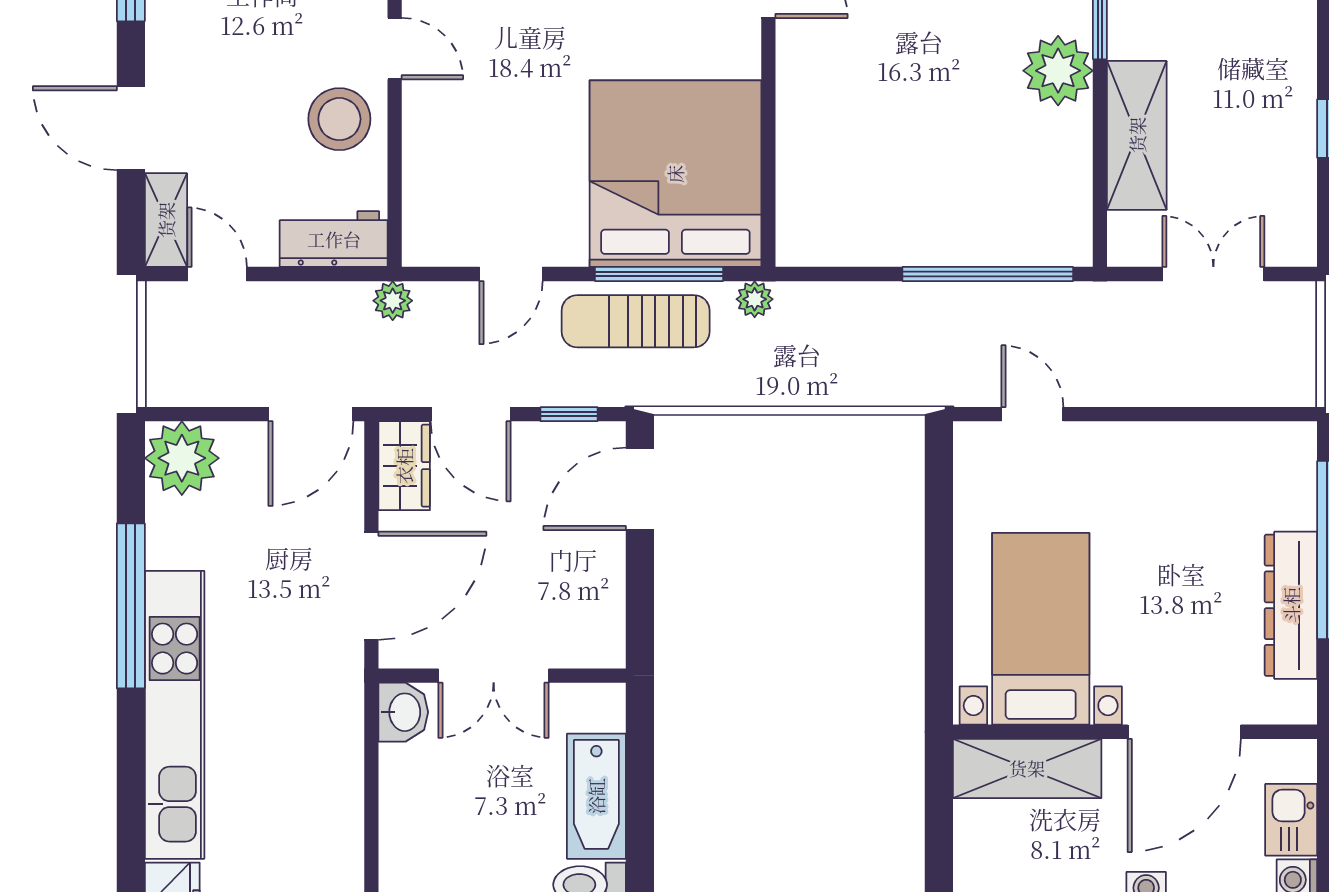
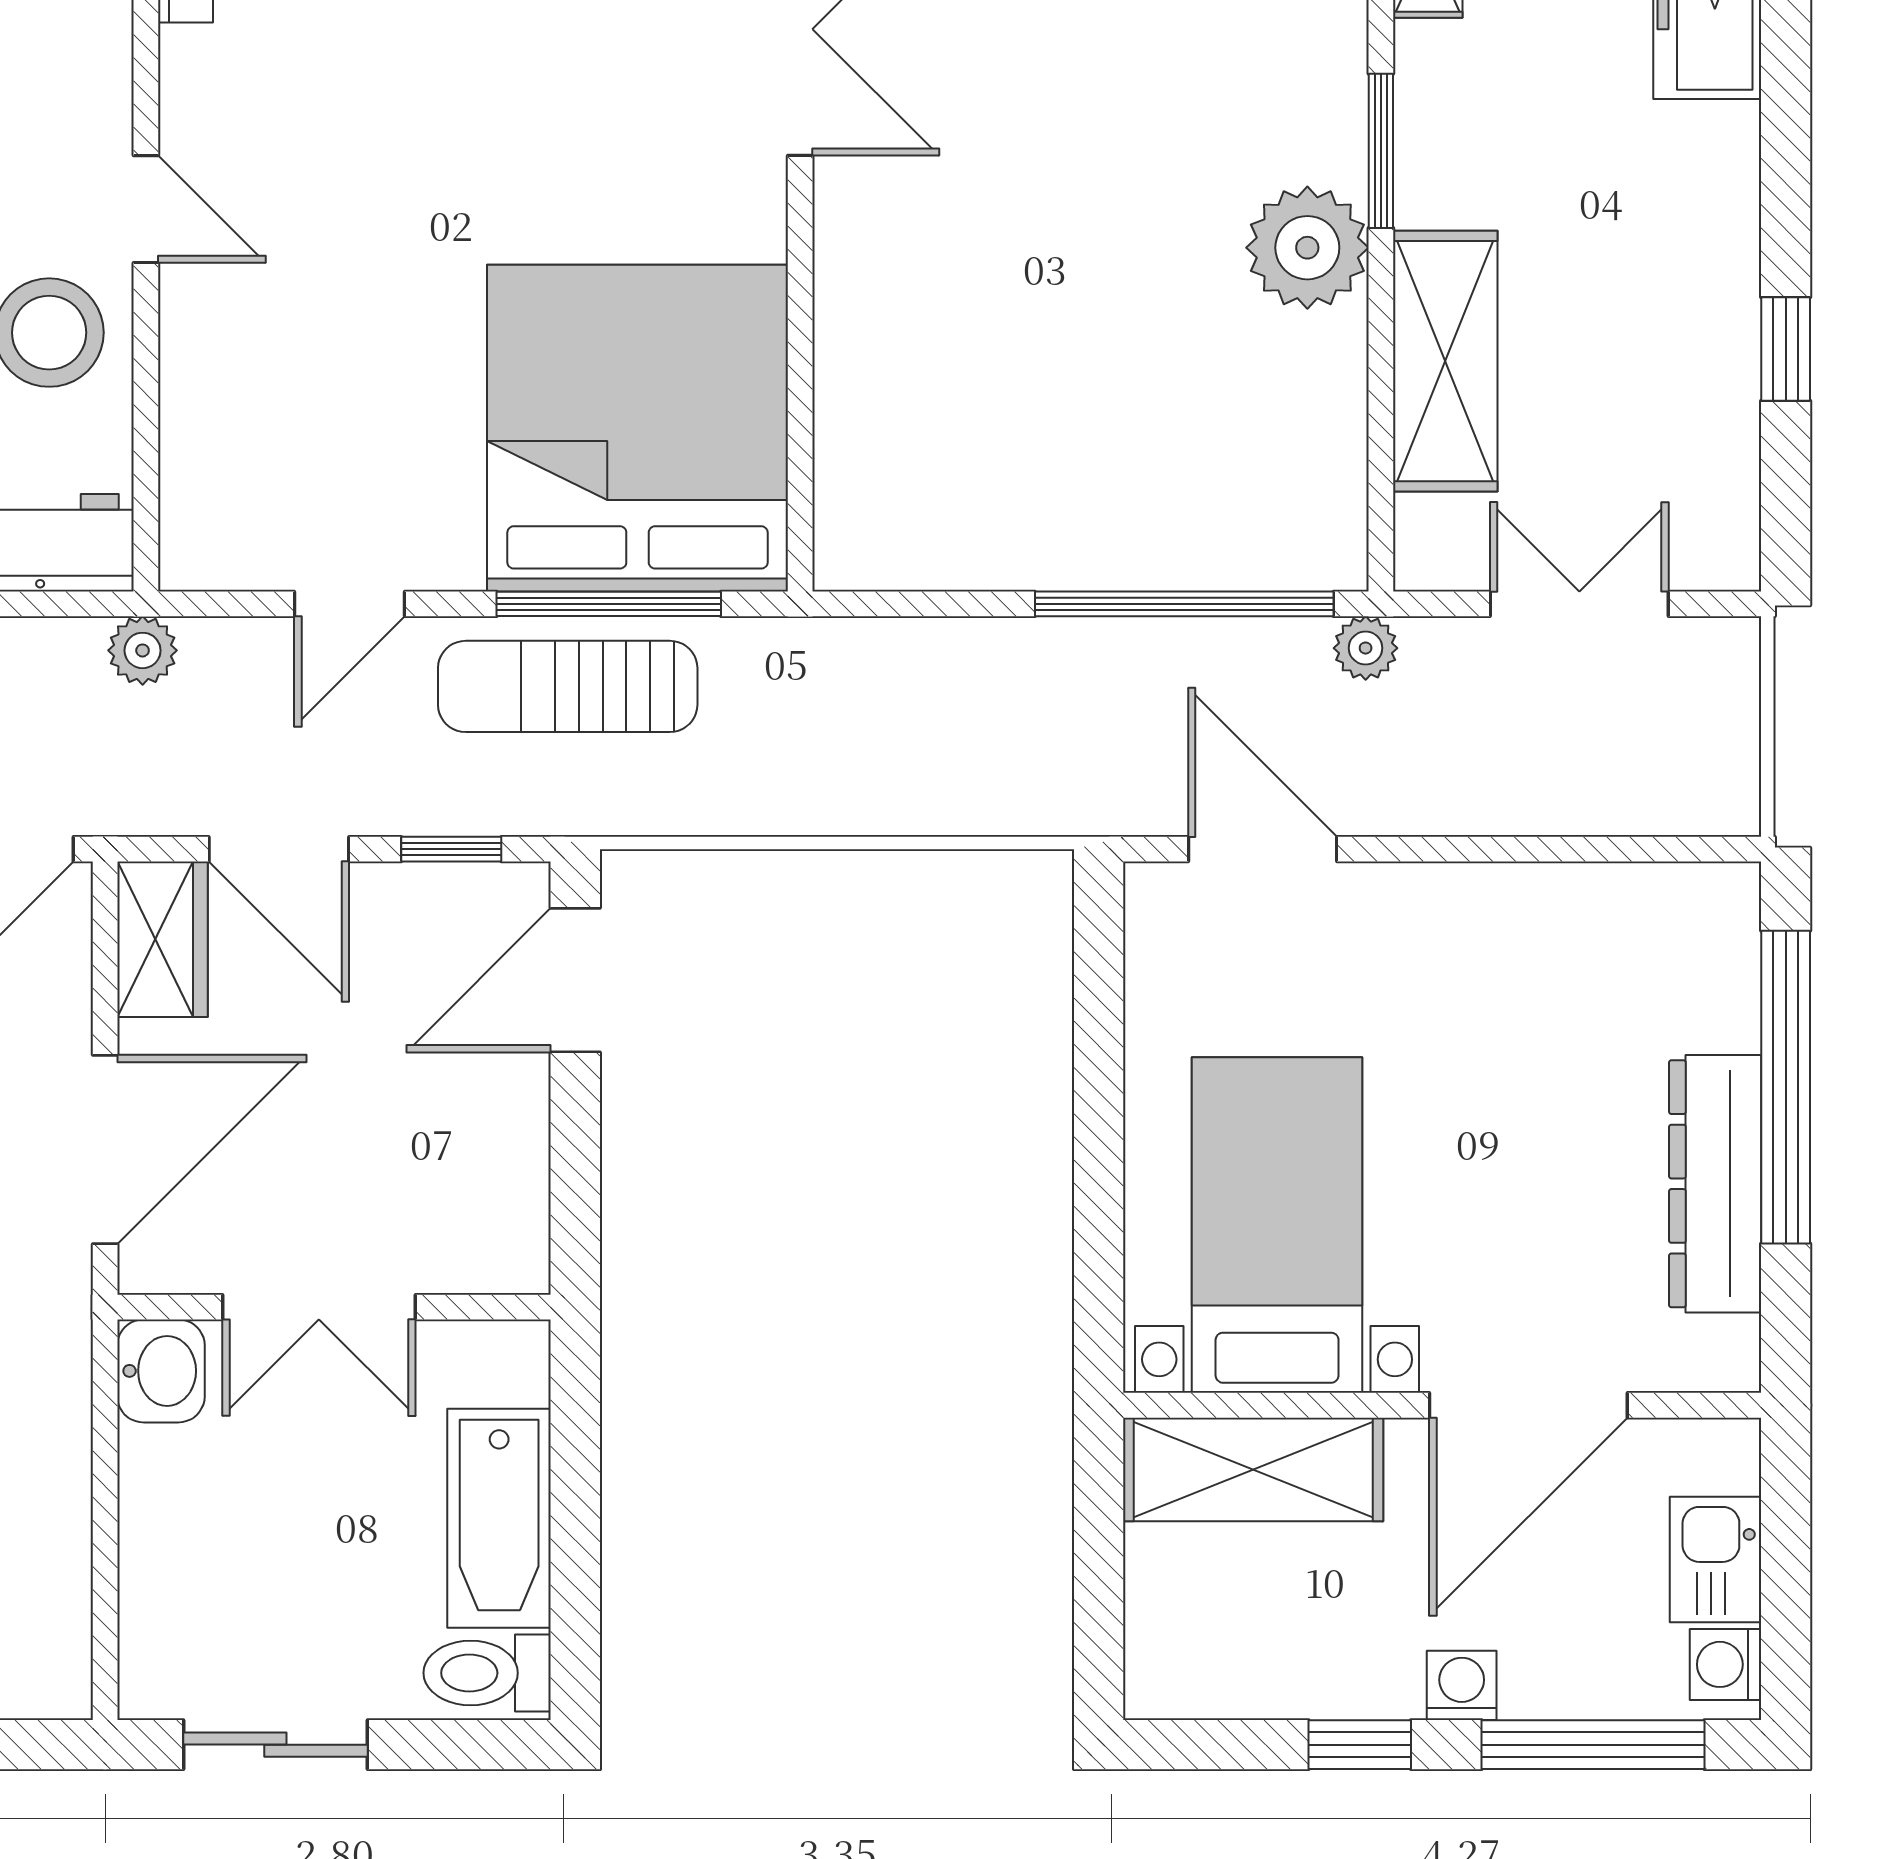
plant: (755, 299) -> (1366, 648), moved
door: (1032, 414) -> (1263, 849), width x1.38

